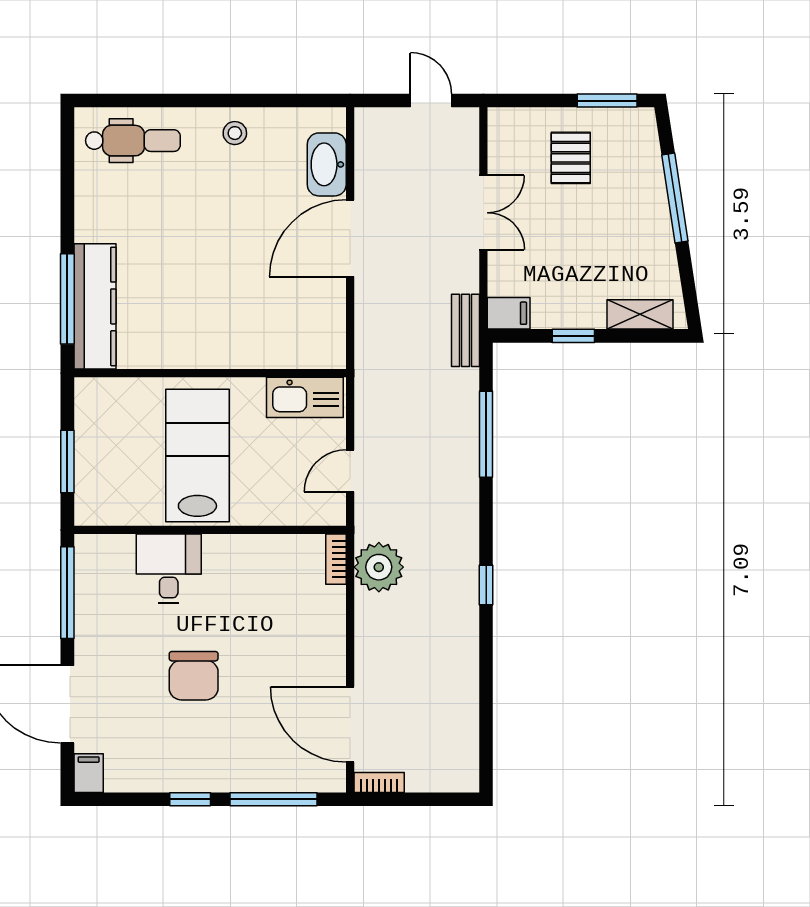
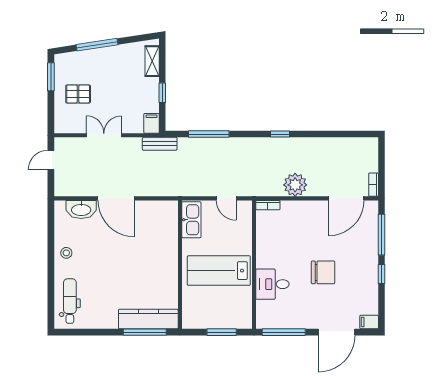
plant: (379, 567) -> (295, 185), moved

